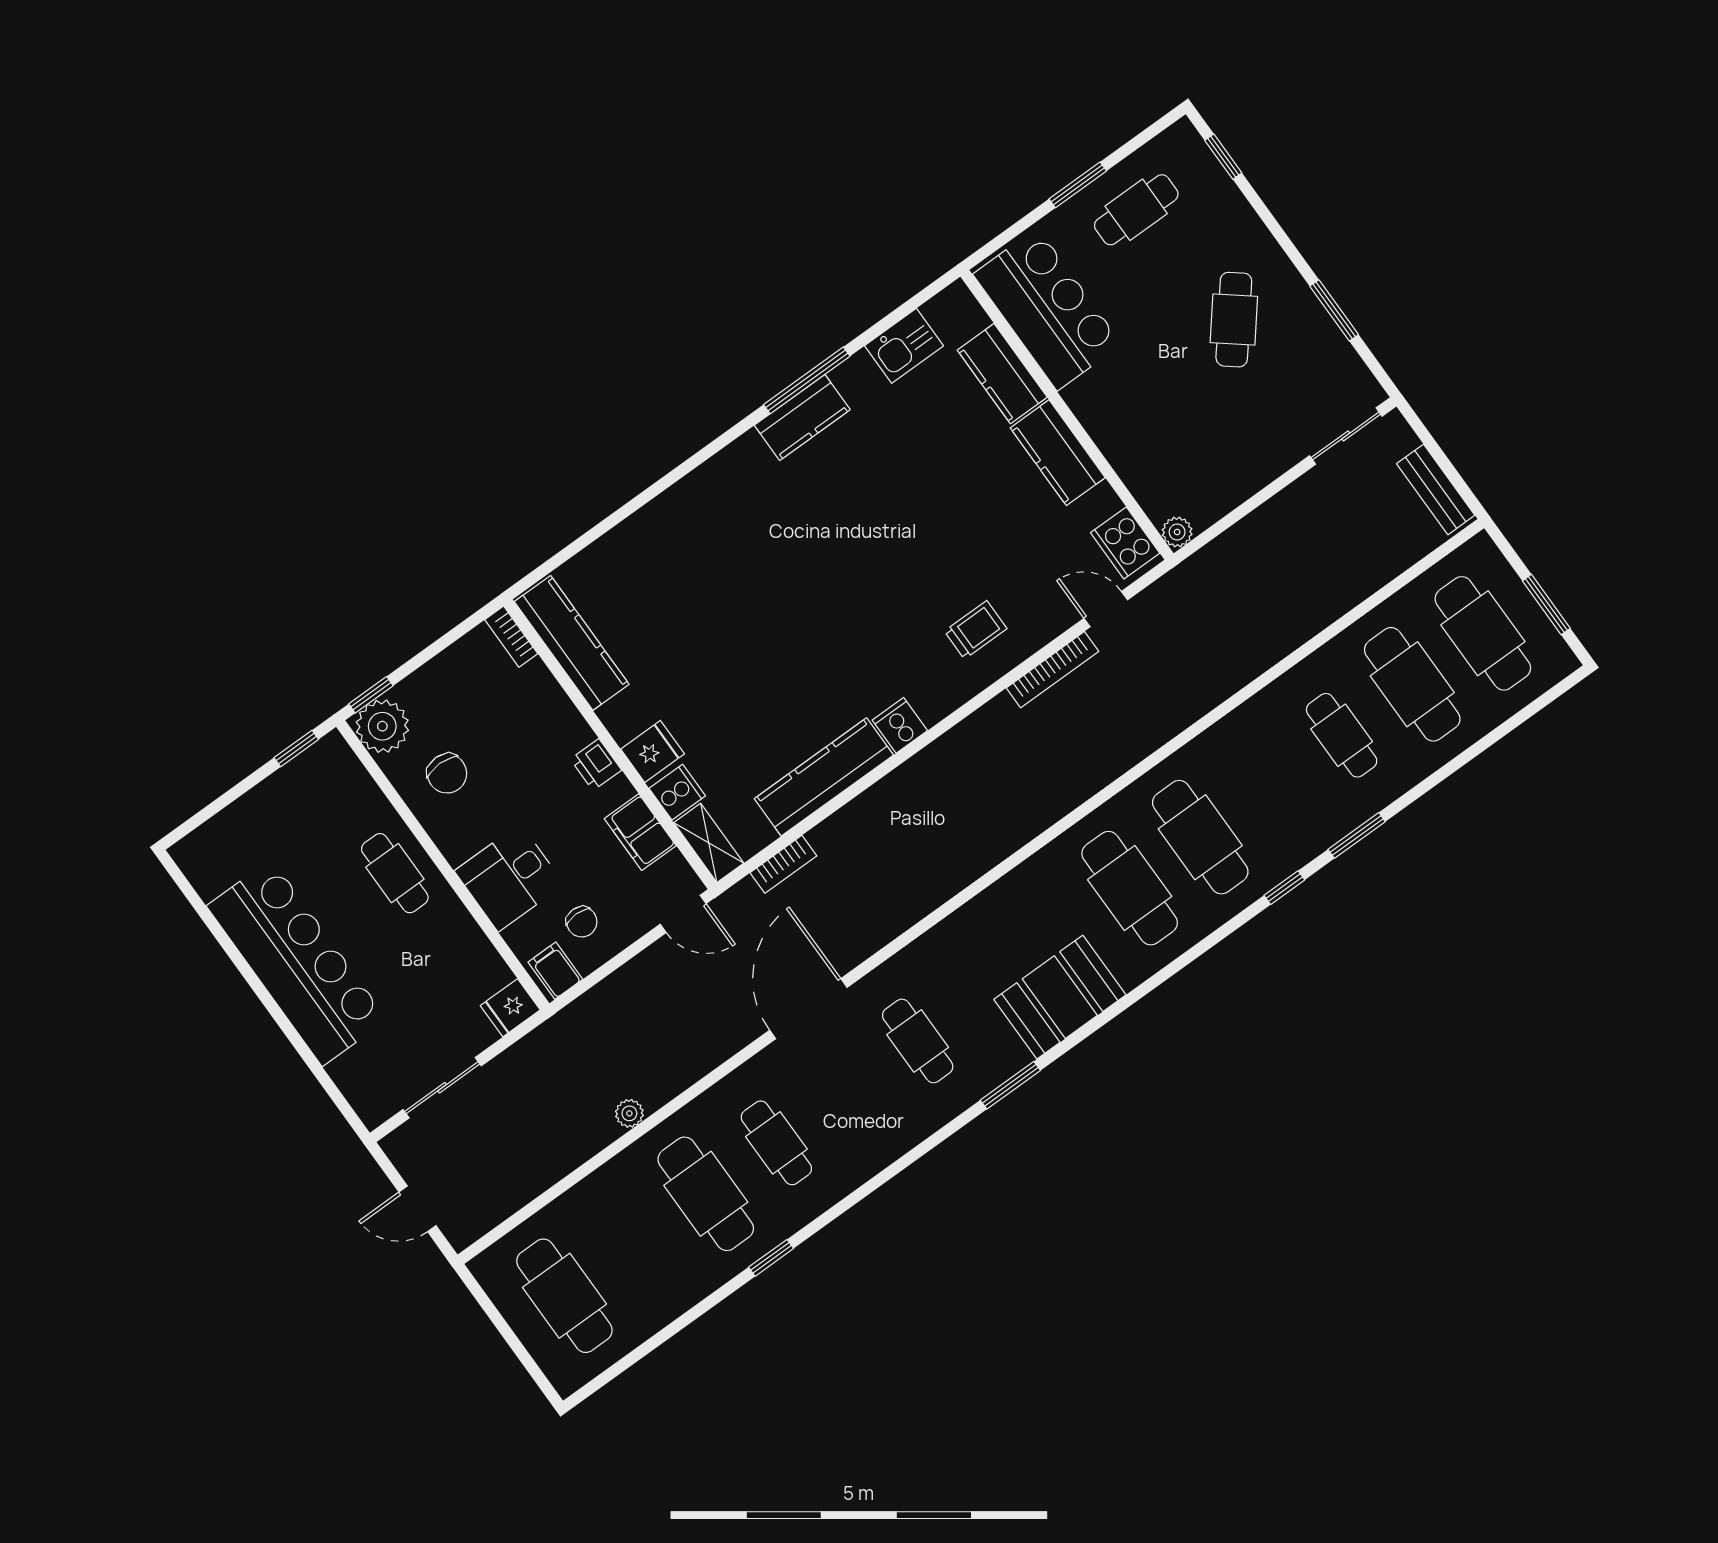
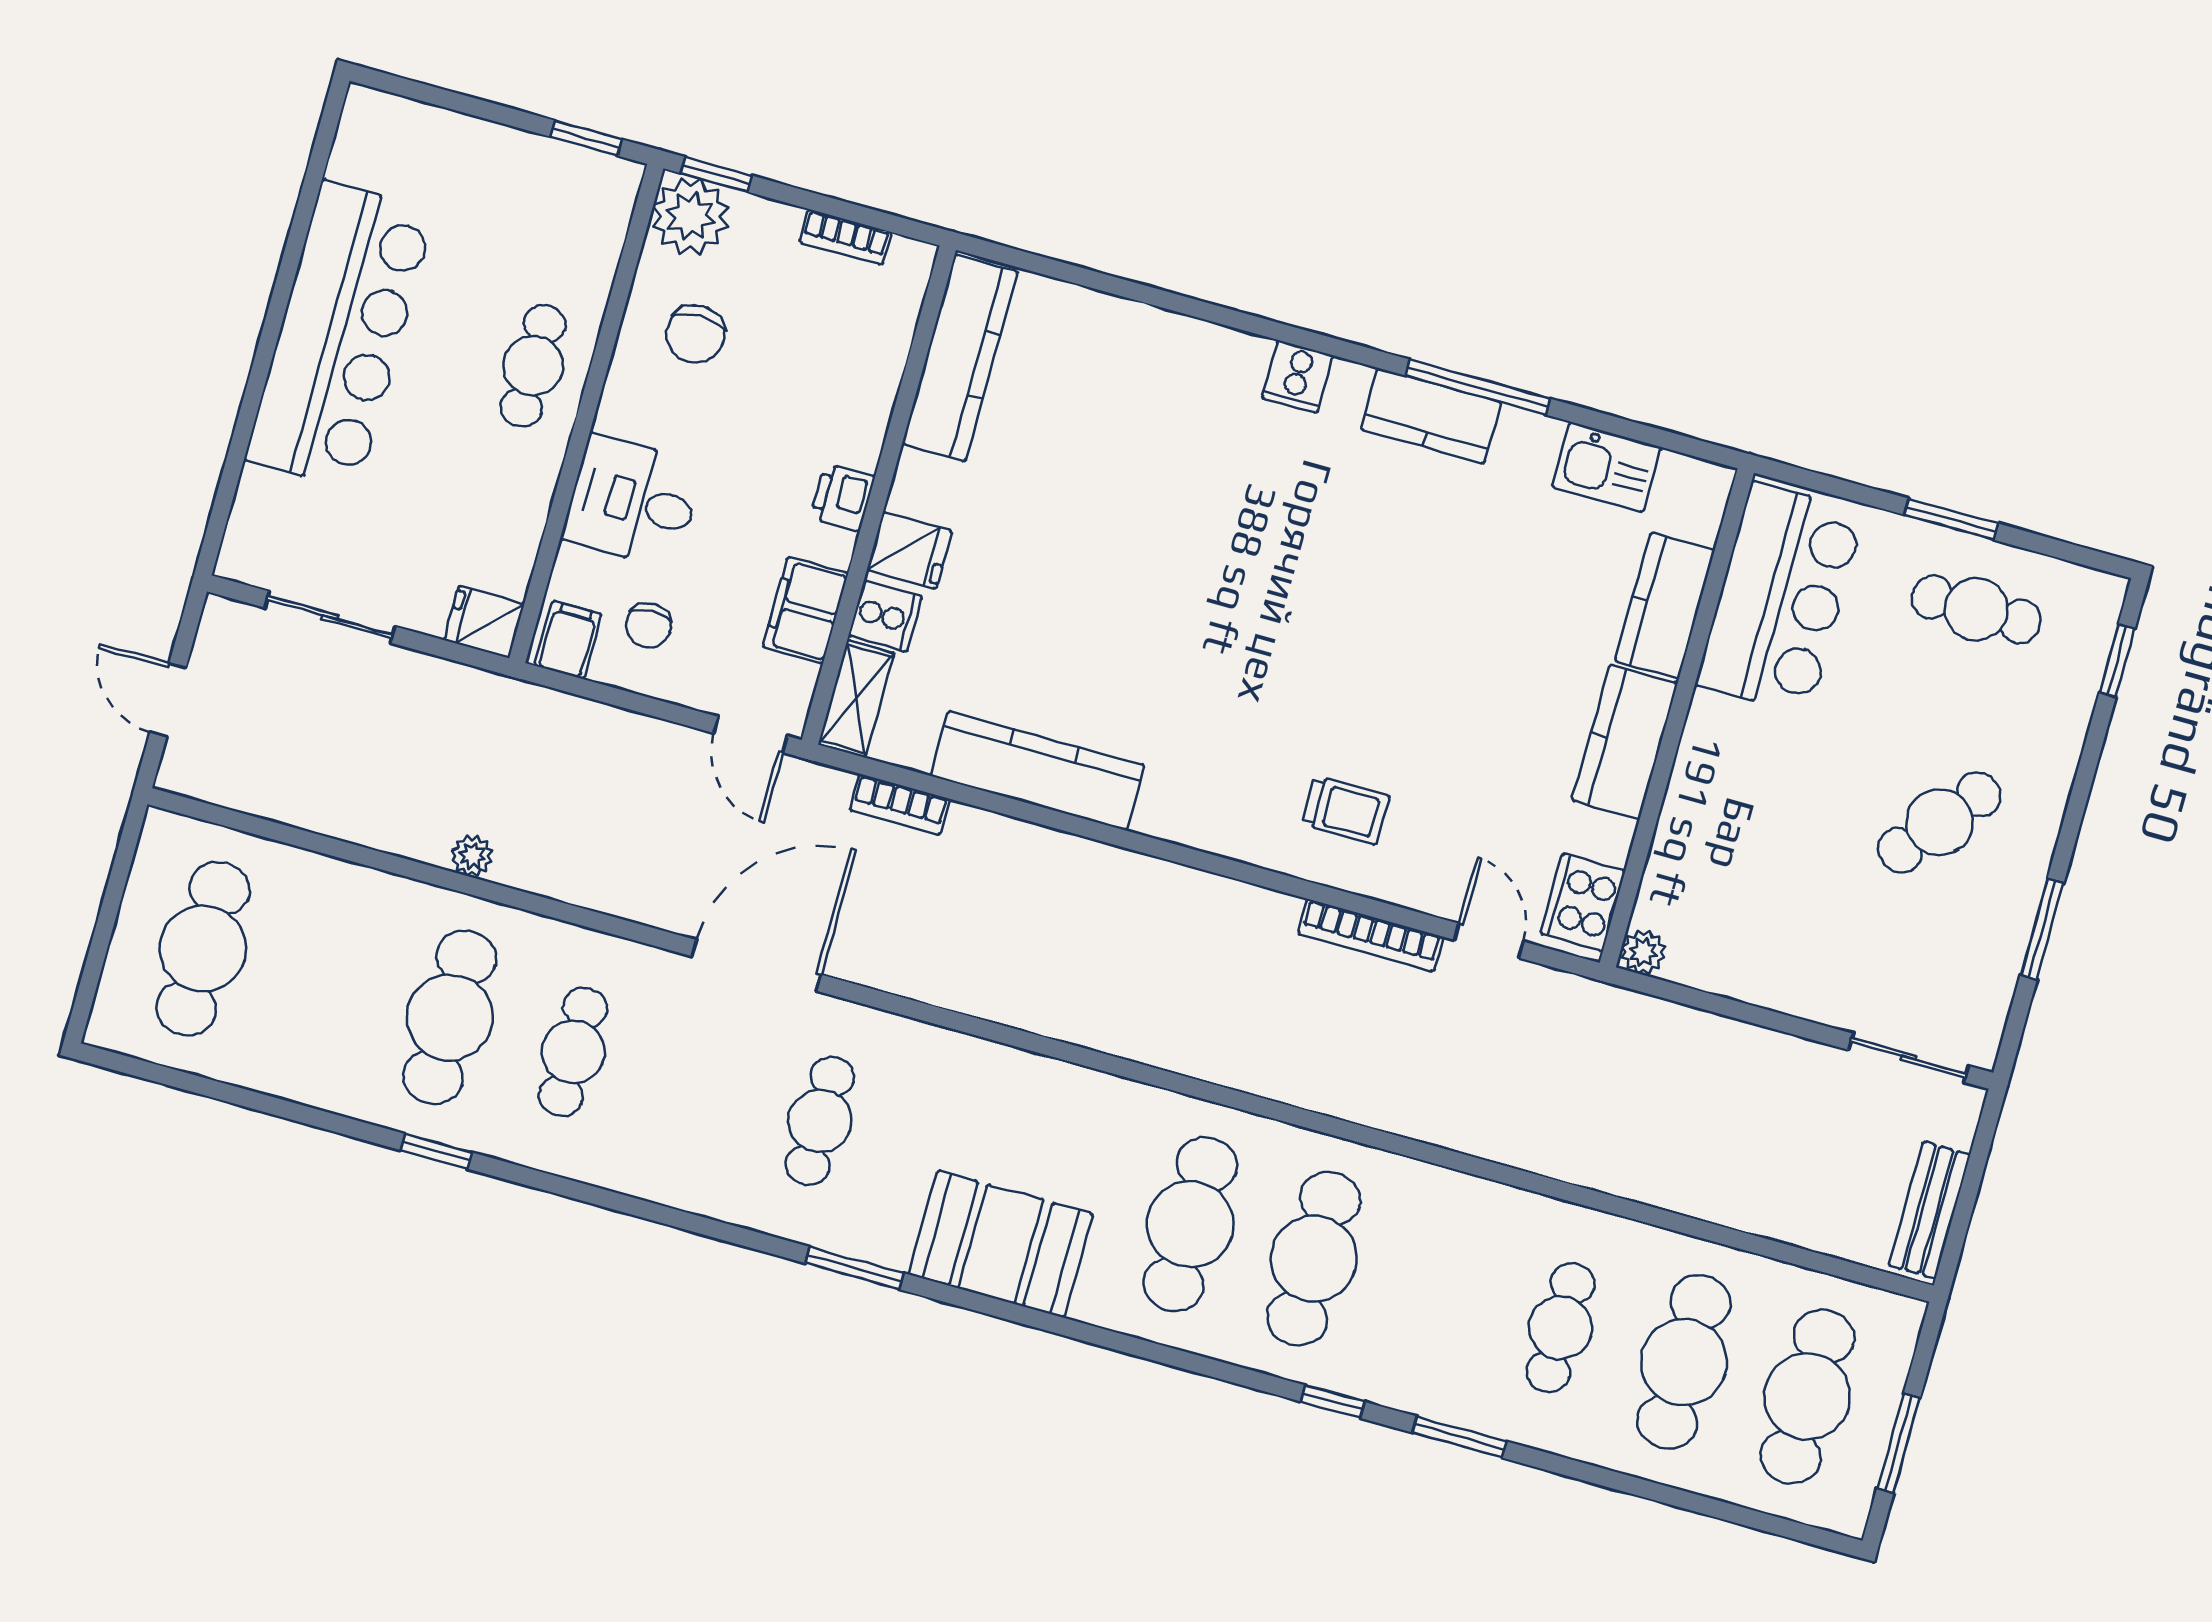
bookcase: (511, 637) -> (845, 237), moved, turned -90
cooker: (900, 725) -> (1297, 377), moved, turned 180

